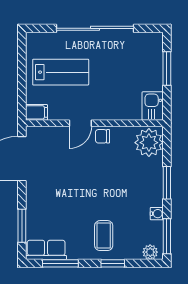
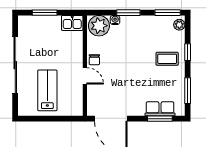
filing cabinet: (37, 112) -> (77, 108), removed
water cooler: (157, 214) -> (115, 20), moved
row of seats: (46, 250) -> (160, 109), moved, turned 90

